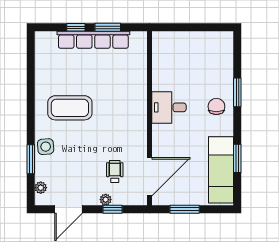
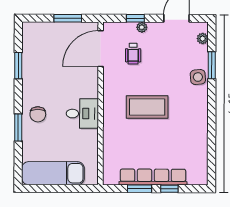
coffee table: (70, 108) -> (147, 107), moved
exam couch: (221, 170) -> (53, 173), moved, turned -90

